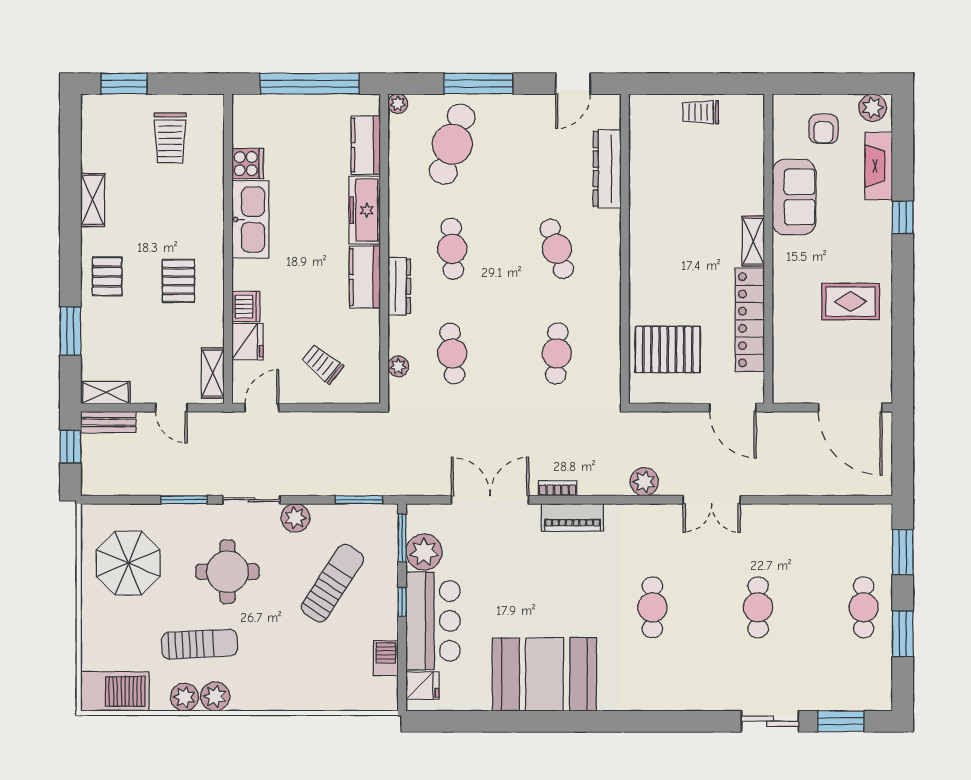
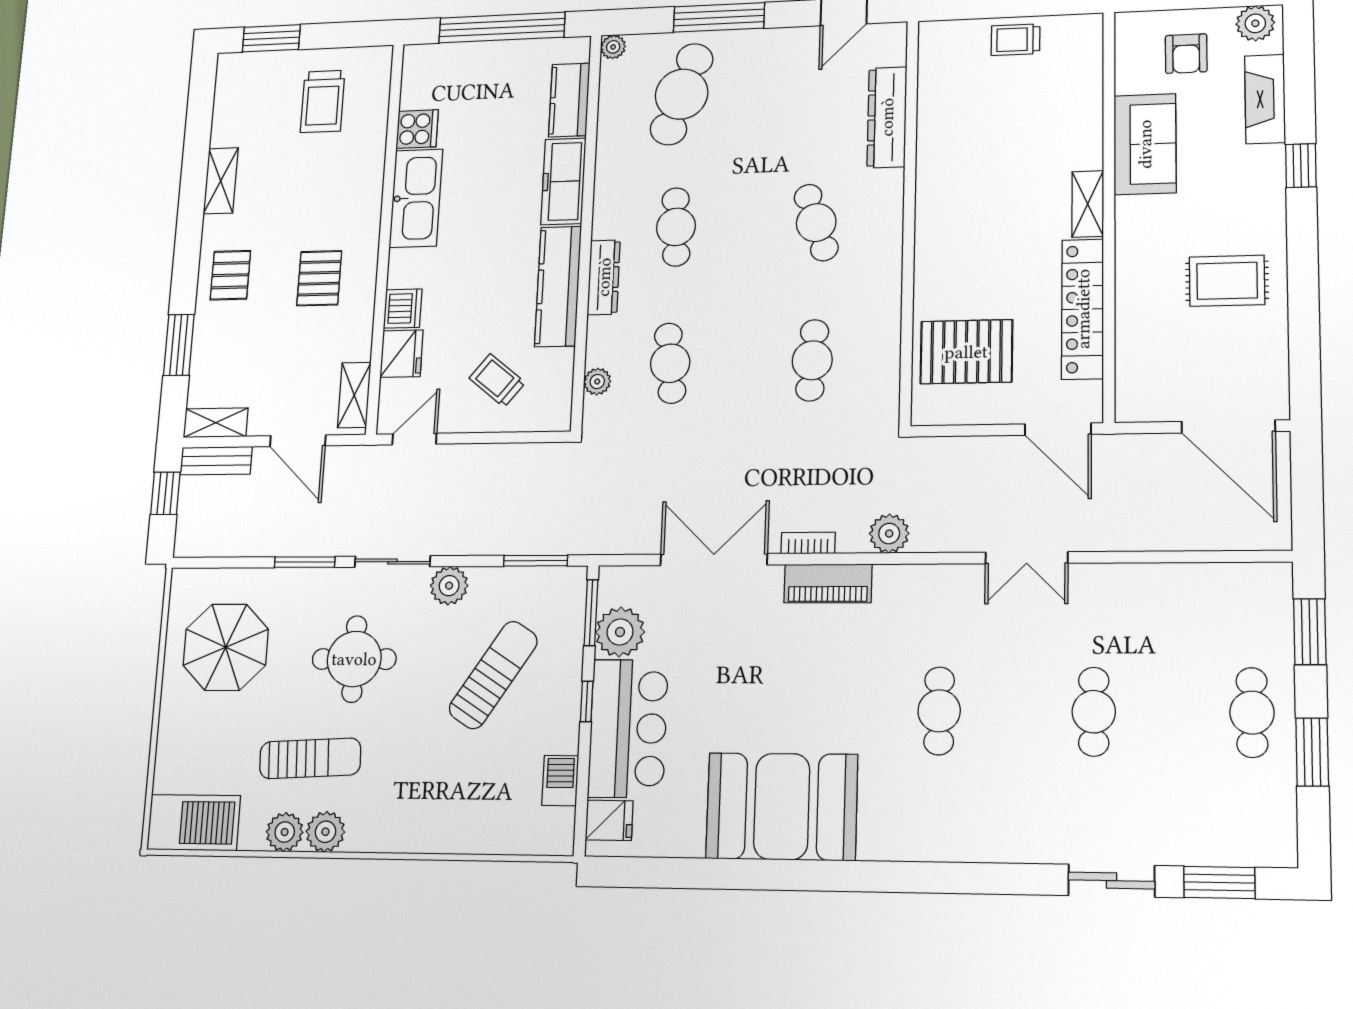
kitchen counter: (365, 277) -> (558, 286), width x1.50
door: (171, 408) -> (298, 441), width x1.38
plant: (644, 482) -> (889, 534), moved

